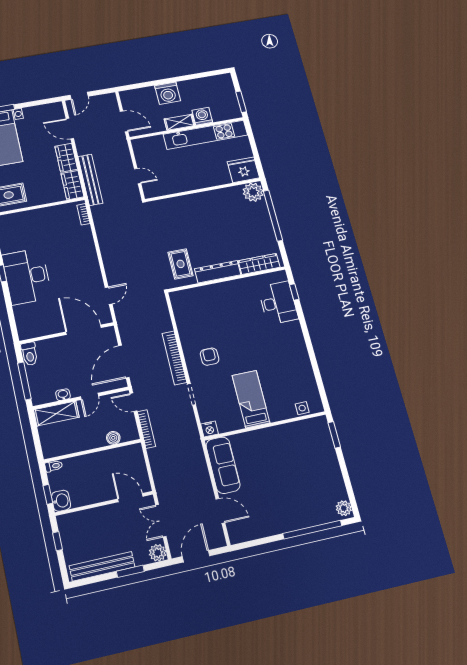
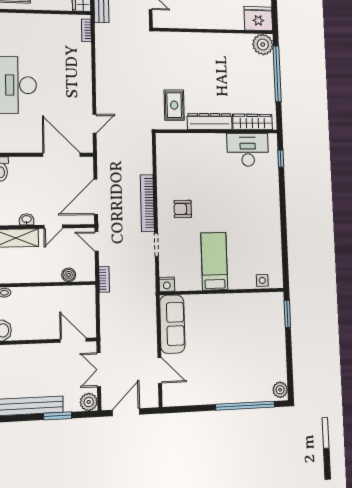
desk: (278, 303) -> (248, 150), moved, turned -90
armchair: (210, 357) -> (183, 209), turned -90
bookcase: (146, 429) -> (104, 279), width x0.64

